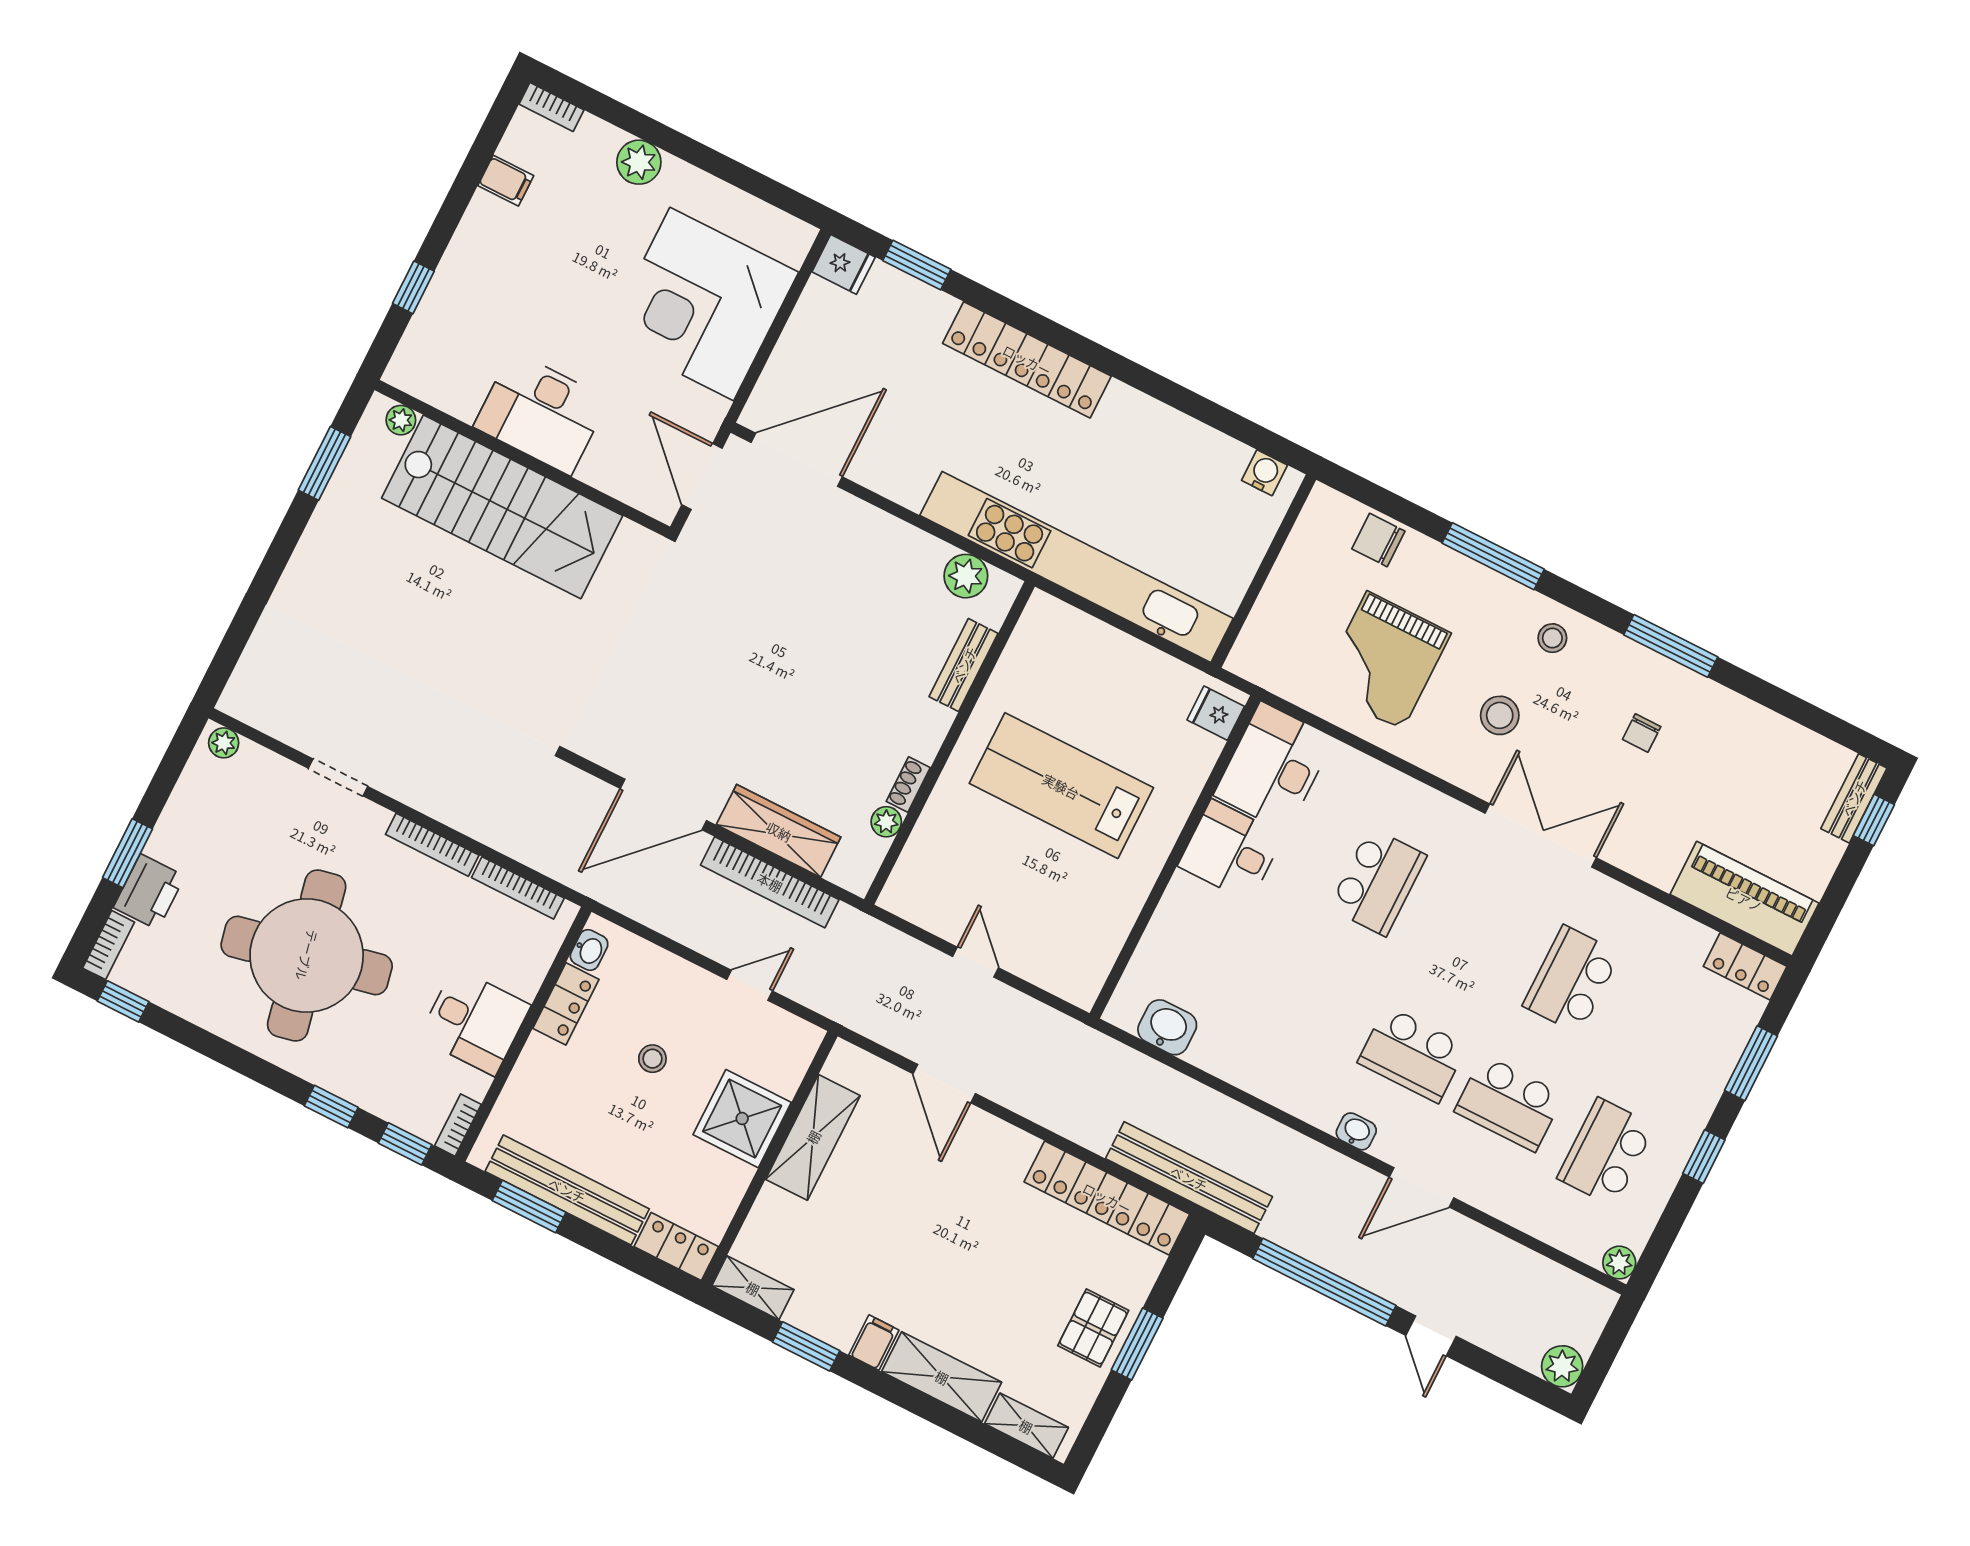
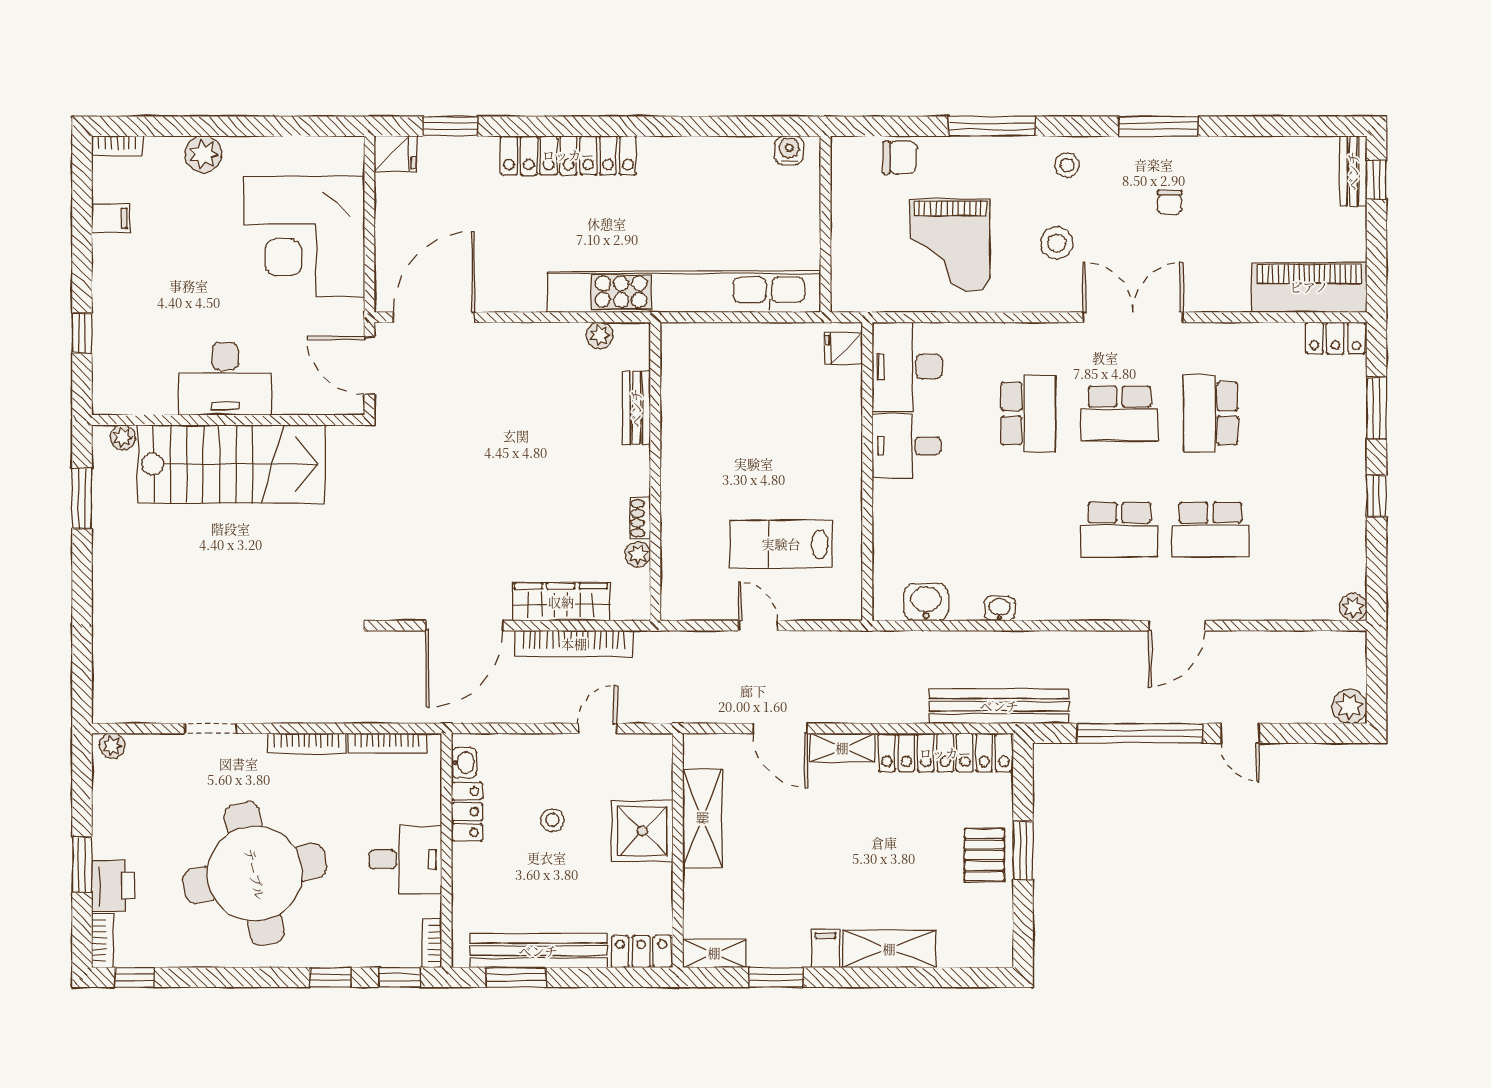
chair: (1378, 540) -> (900, 157), turned 180
plant: (966, 576) -> (600, 335), width x0.73, depth x0.73
lab bench: (1061, 786) -> (781, 544), moved, width x0.73, depth x0.72
washbasin: (1356, 1131) -> (1000, 608), moved
school desk: (1606, 1152) -> (1119, 413), moved, turned -90
shelving: (1026, 1426) -> (842, 748), moved

